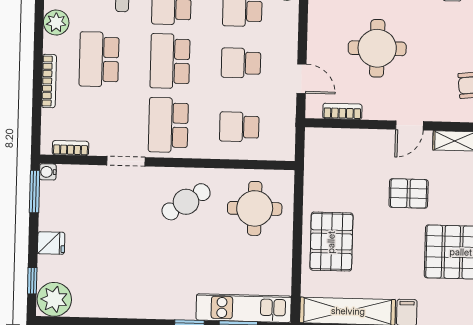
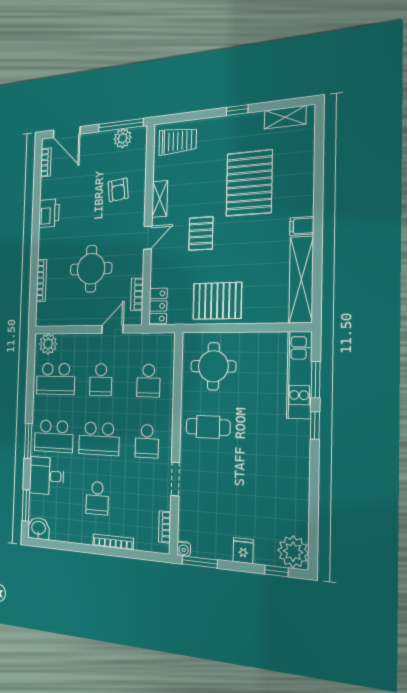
plant: (56, 23) -> (70, 532), removed
school desk: (99, 59) -> (97, 498), width x0.54
school desk: (168, 125) -> (147, 441), width x0.54
door: (409, 125) -> (148, 238), hinge flipped
locker: (327, 139) -> (158, 306), added
cafe table: (186, 202) -> (208, 427), turned -57
pallet: (331, 242) -> (217, 301), moved

